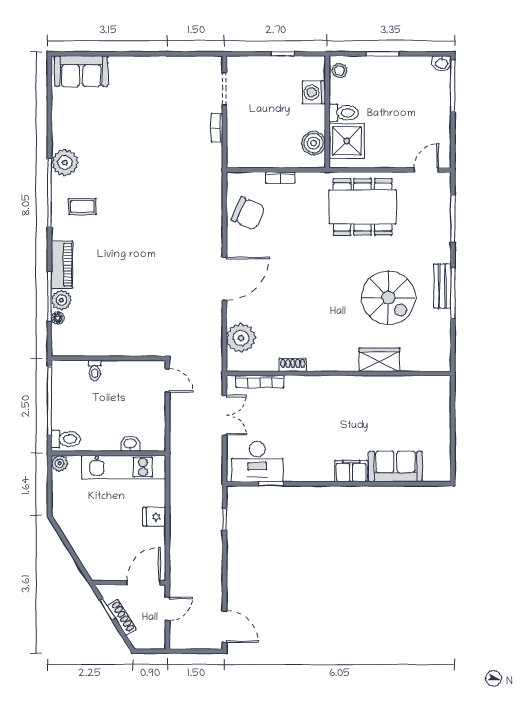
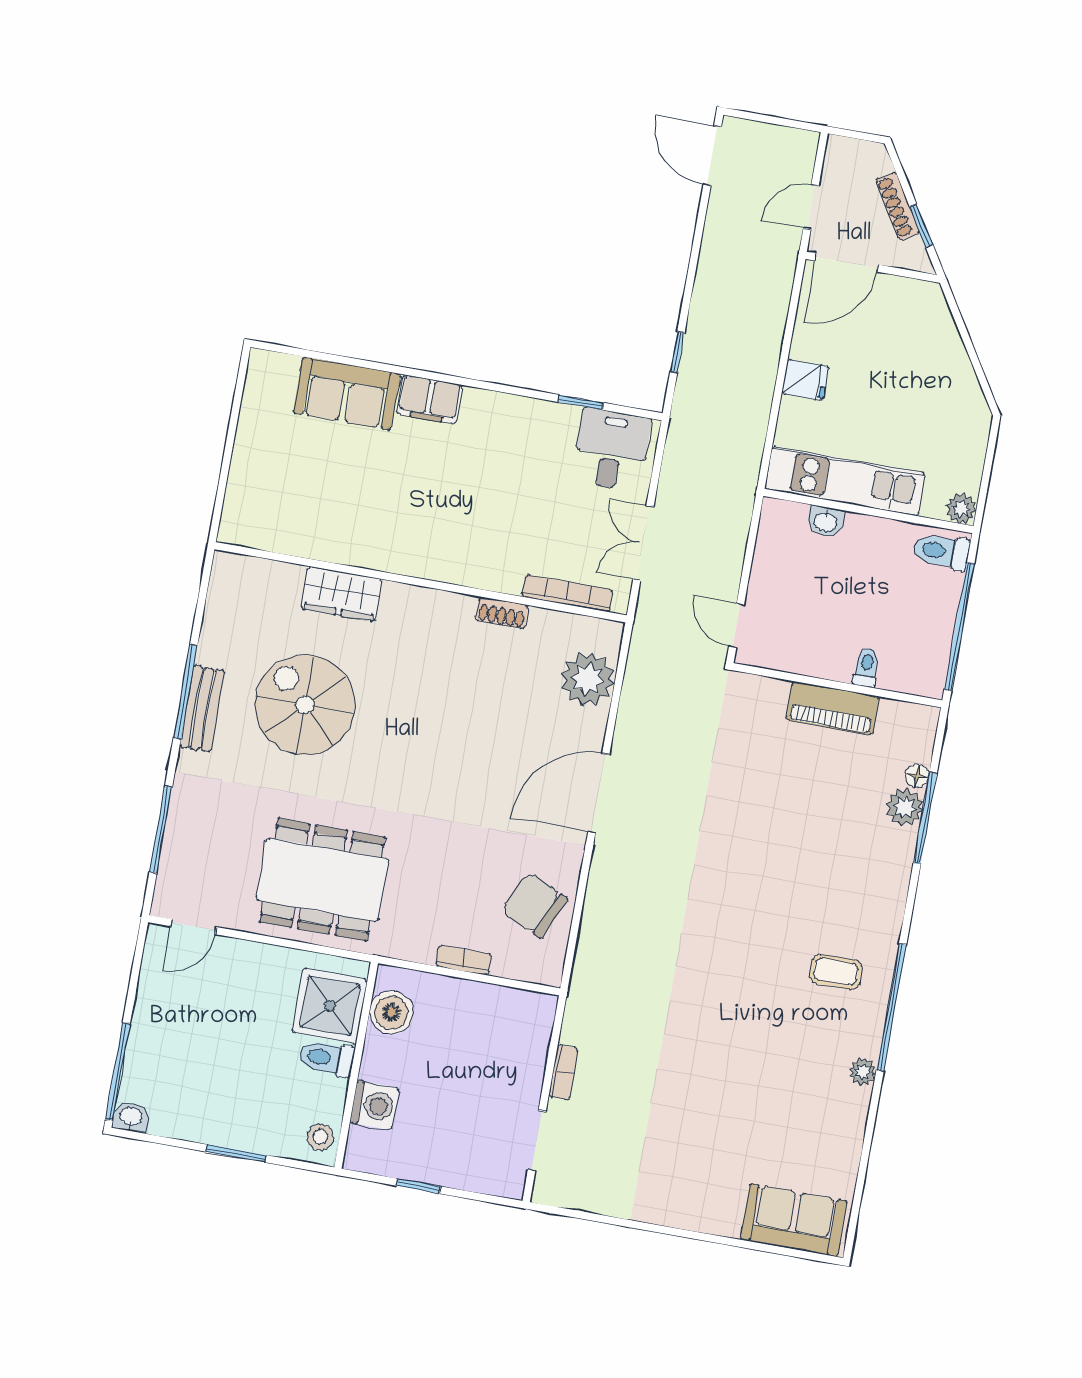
plant: (65, 162) -> (863, 1072), width x0.53, depth x0.53
piano: (62, 265) -> (832, 708), moved, turned -90
desk: (257, 462) -> (611, 450), width x0.73

